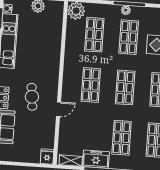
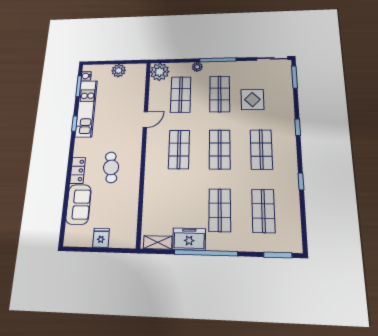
plant: (126, 10) -> (197, 67), moved
door: (59, 109) -> (145, 119), moved
fridge: (47, 156) -> (101, 238), moved

